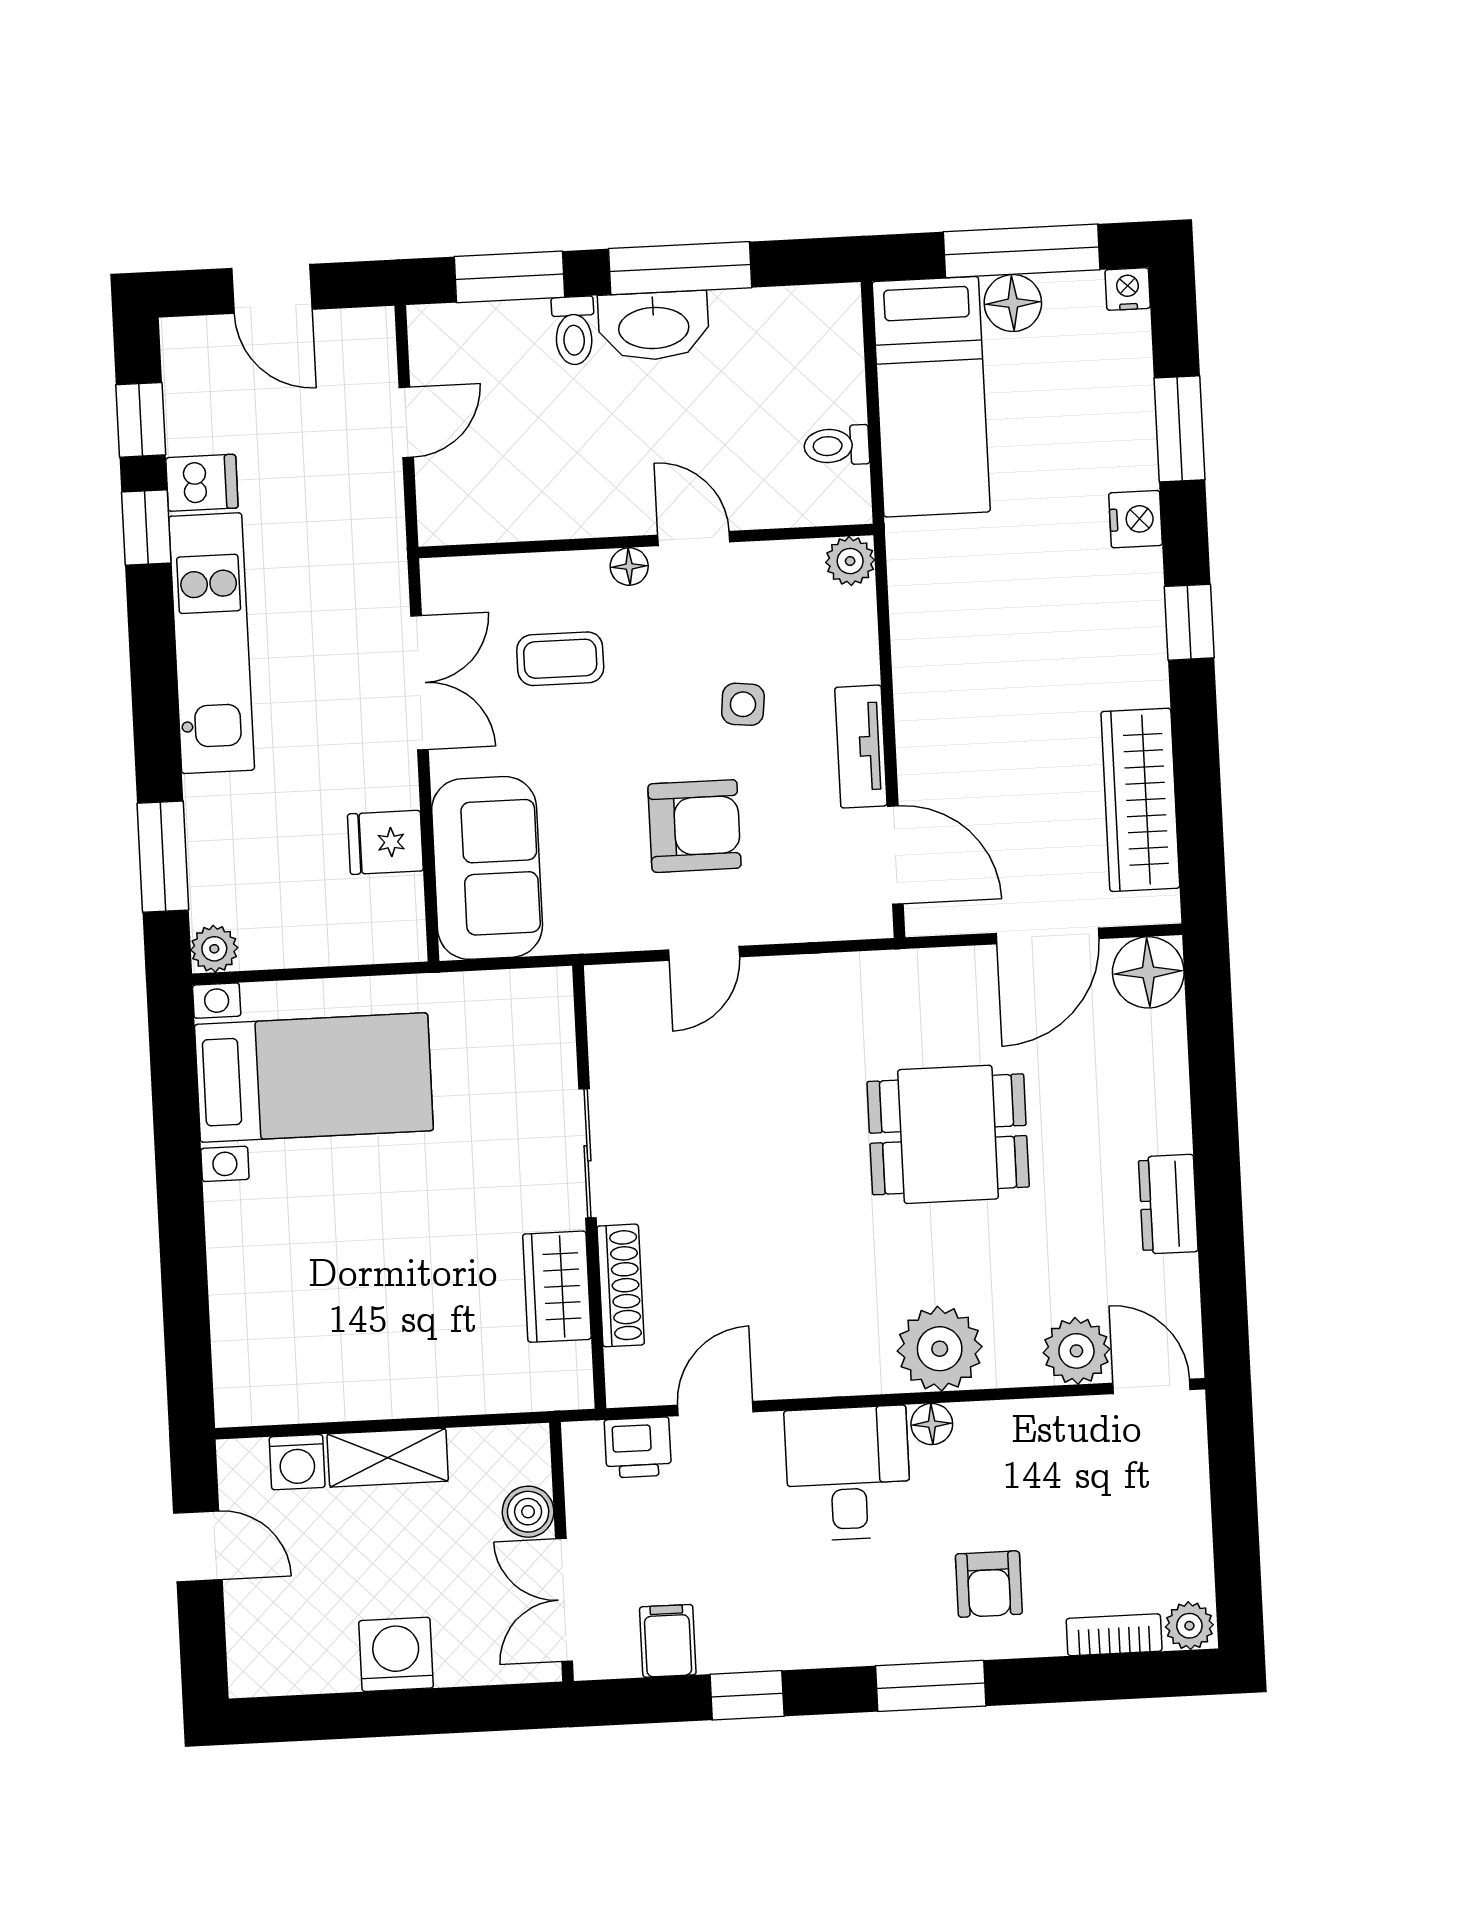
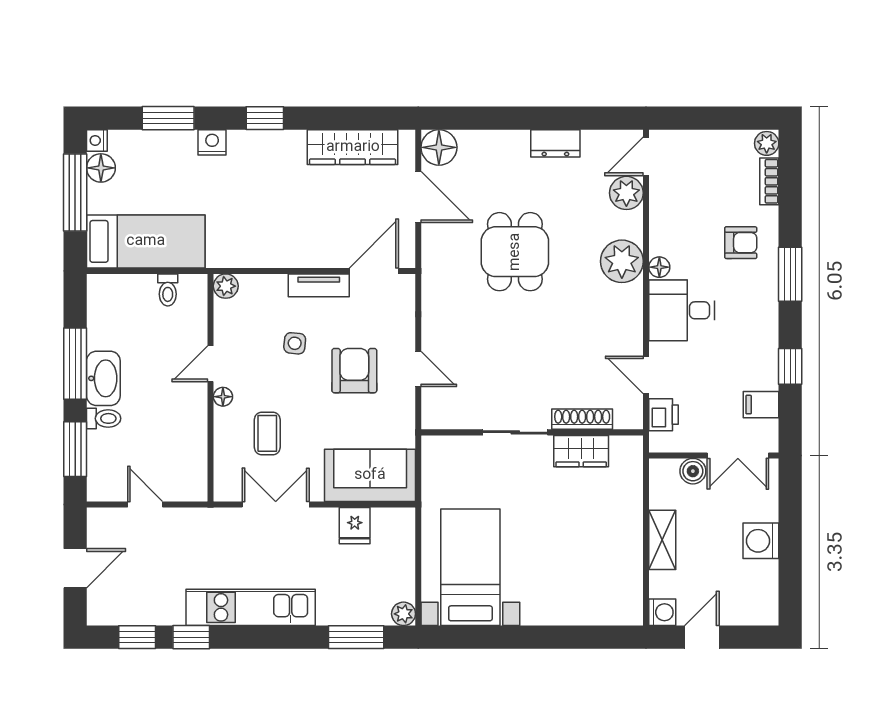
floor lamp: (1013, 303) -> (101, 168), moved
dishwasher: (202, 483) -> (170, 608), removed
washing machine: (297, 1462) -> (662, 612), moved

